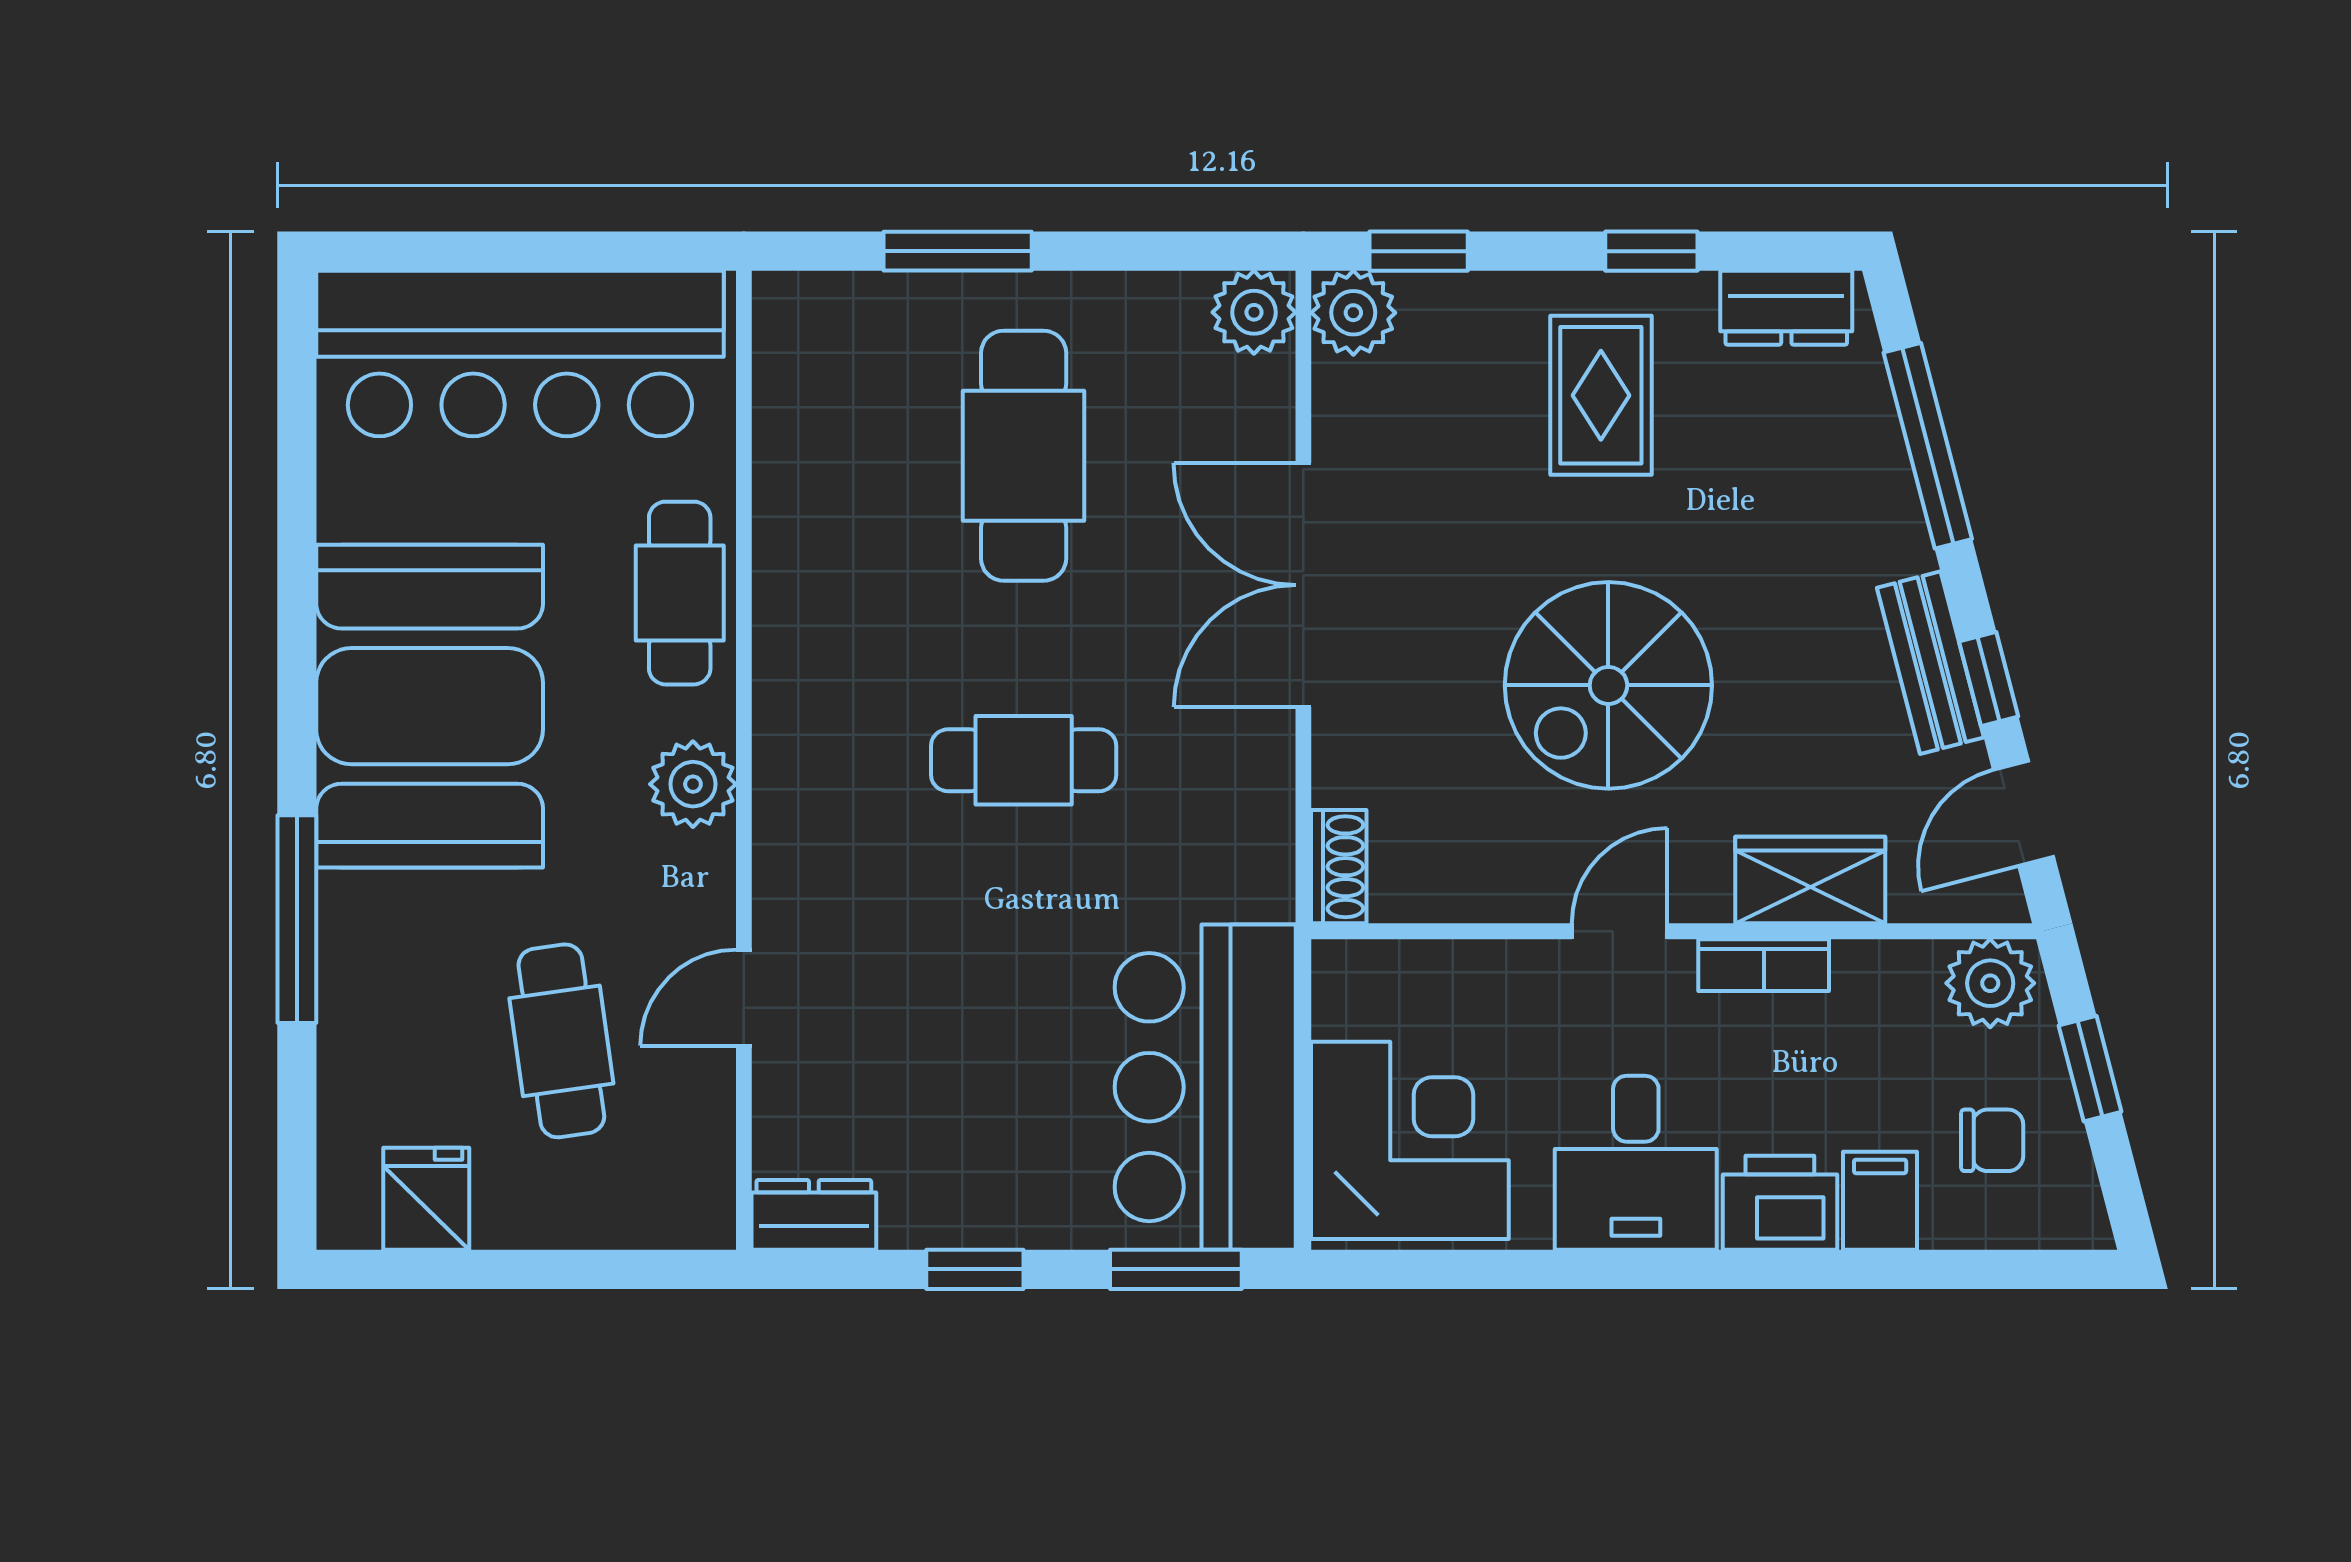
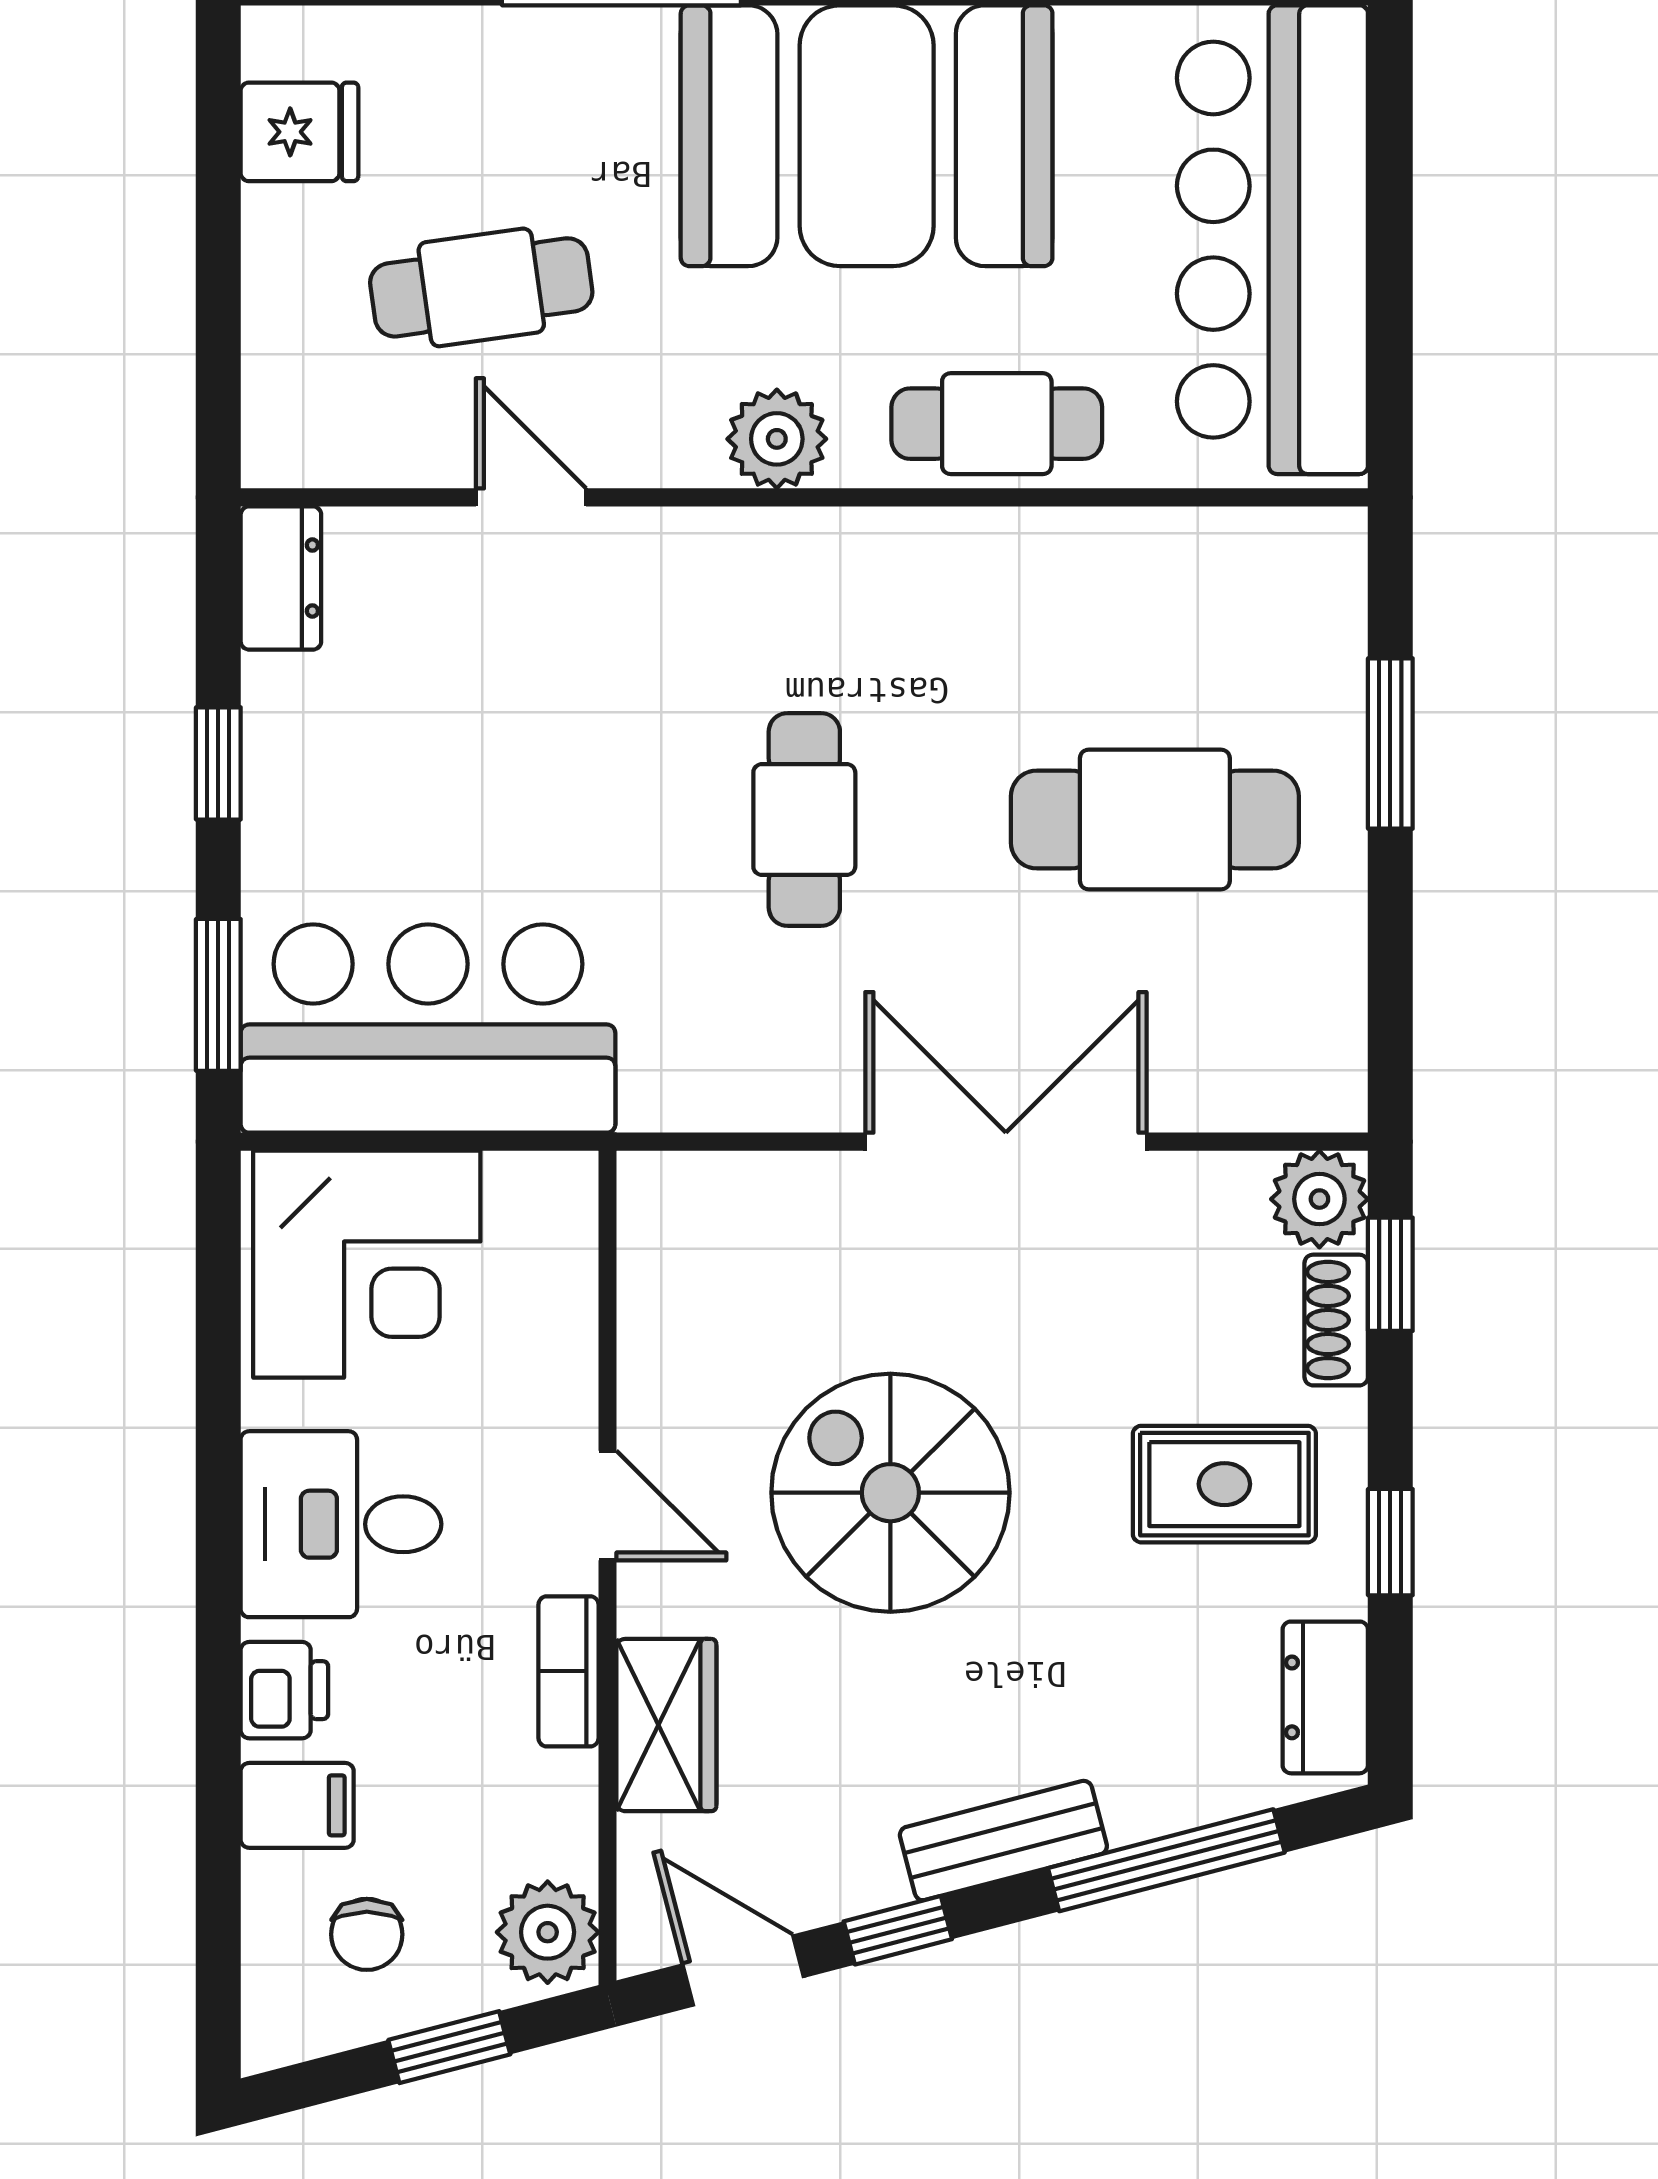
plant: (1254, 312) -> (1320, 1085), removed
bench: (1930, 663) -> (1003, 1841), moved
shoe rack: (1339, 867) -> (1336, 1320), moved, turned 90
printer: (1780, 1203) -> (284, 1690), width x0.73, depth x0.81

